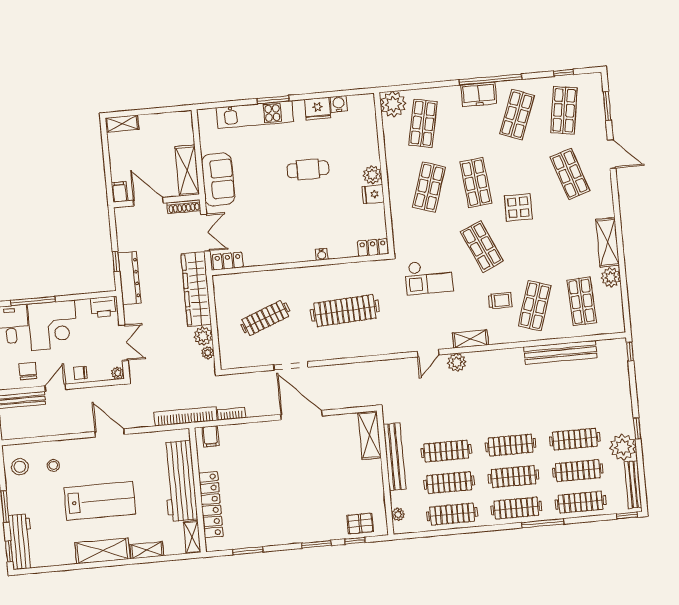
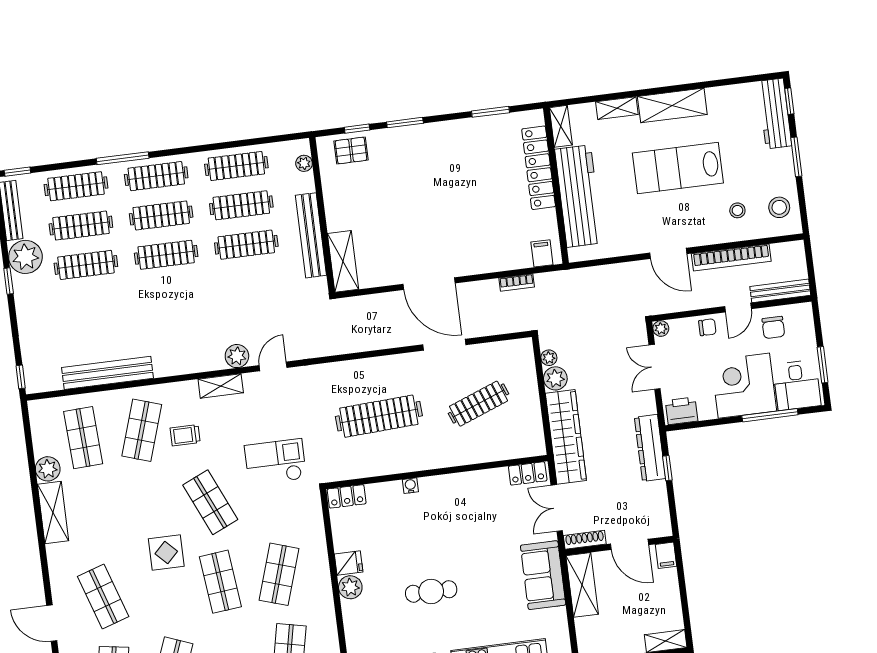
bookcase: (185, 416) -> (731, 258), moved

